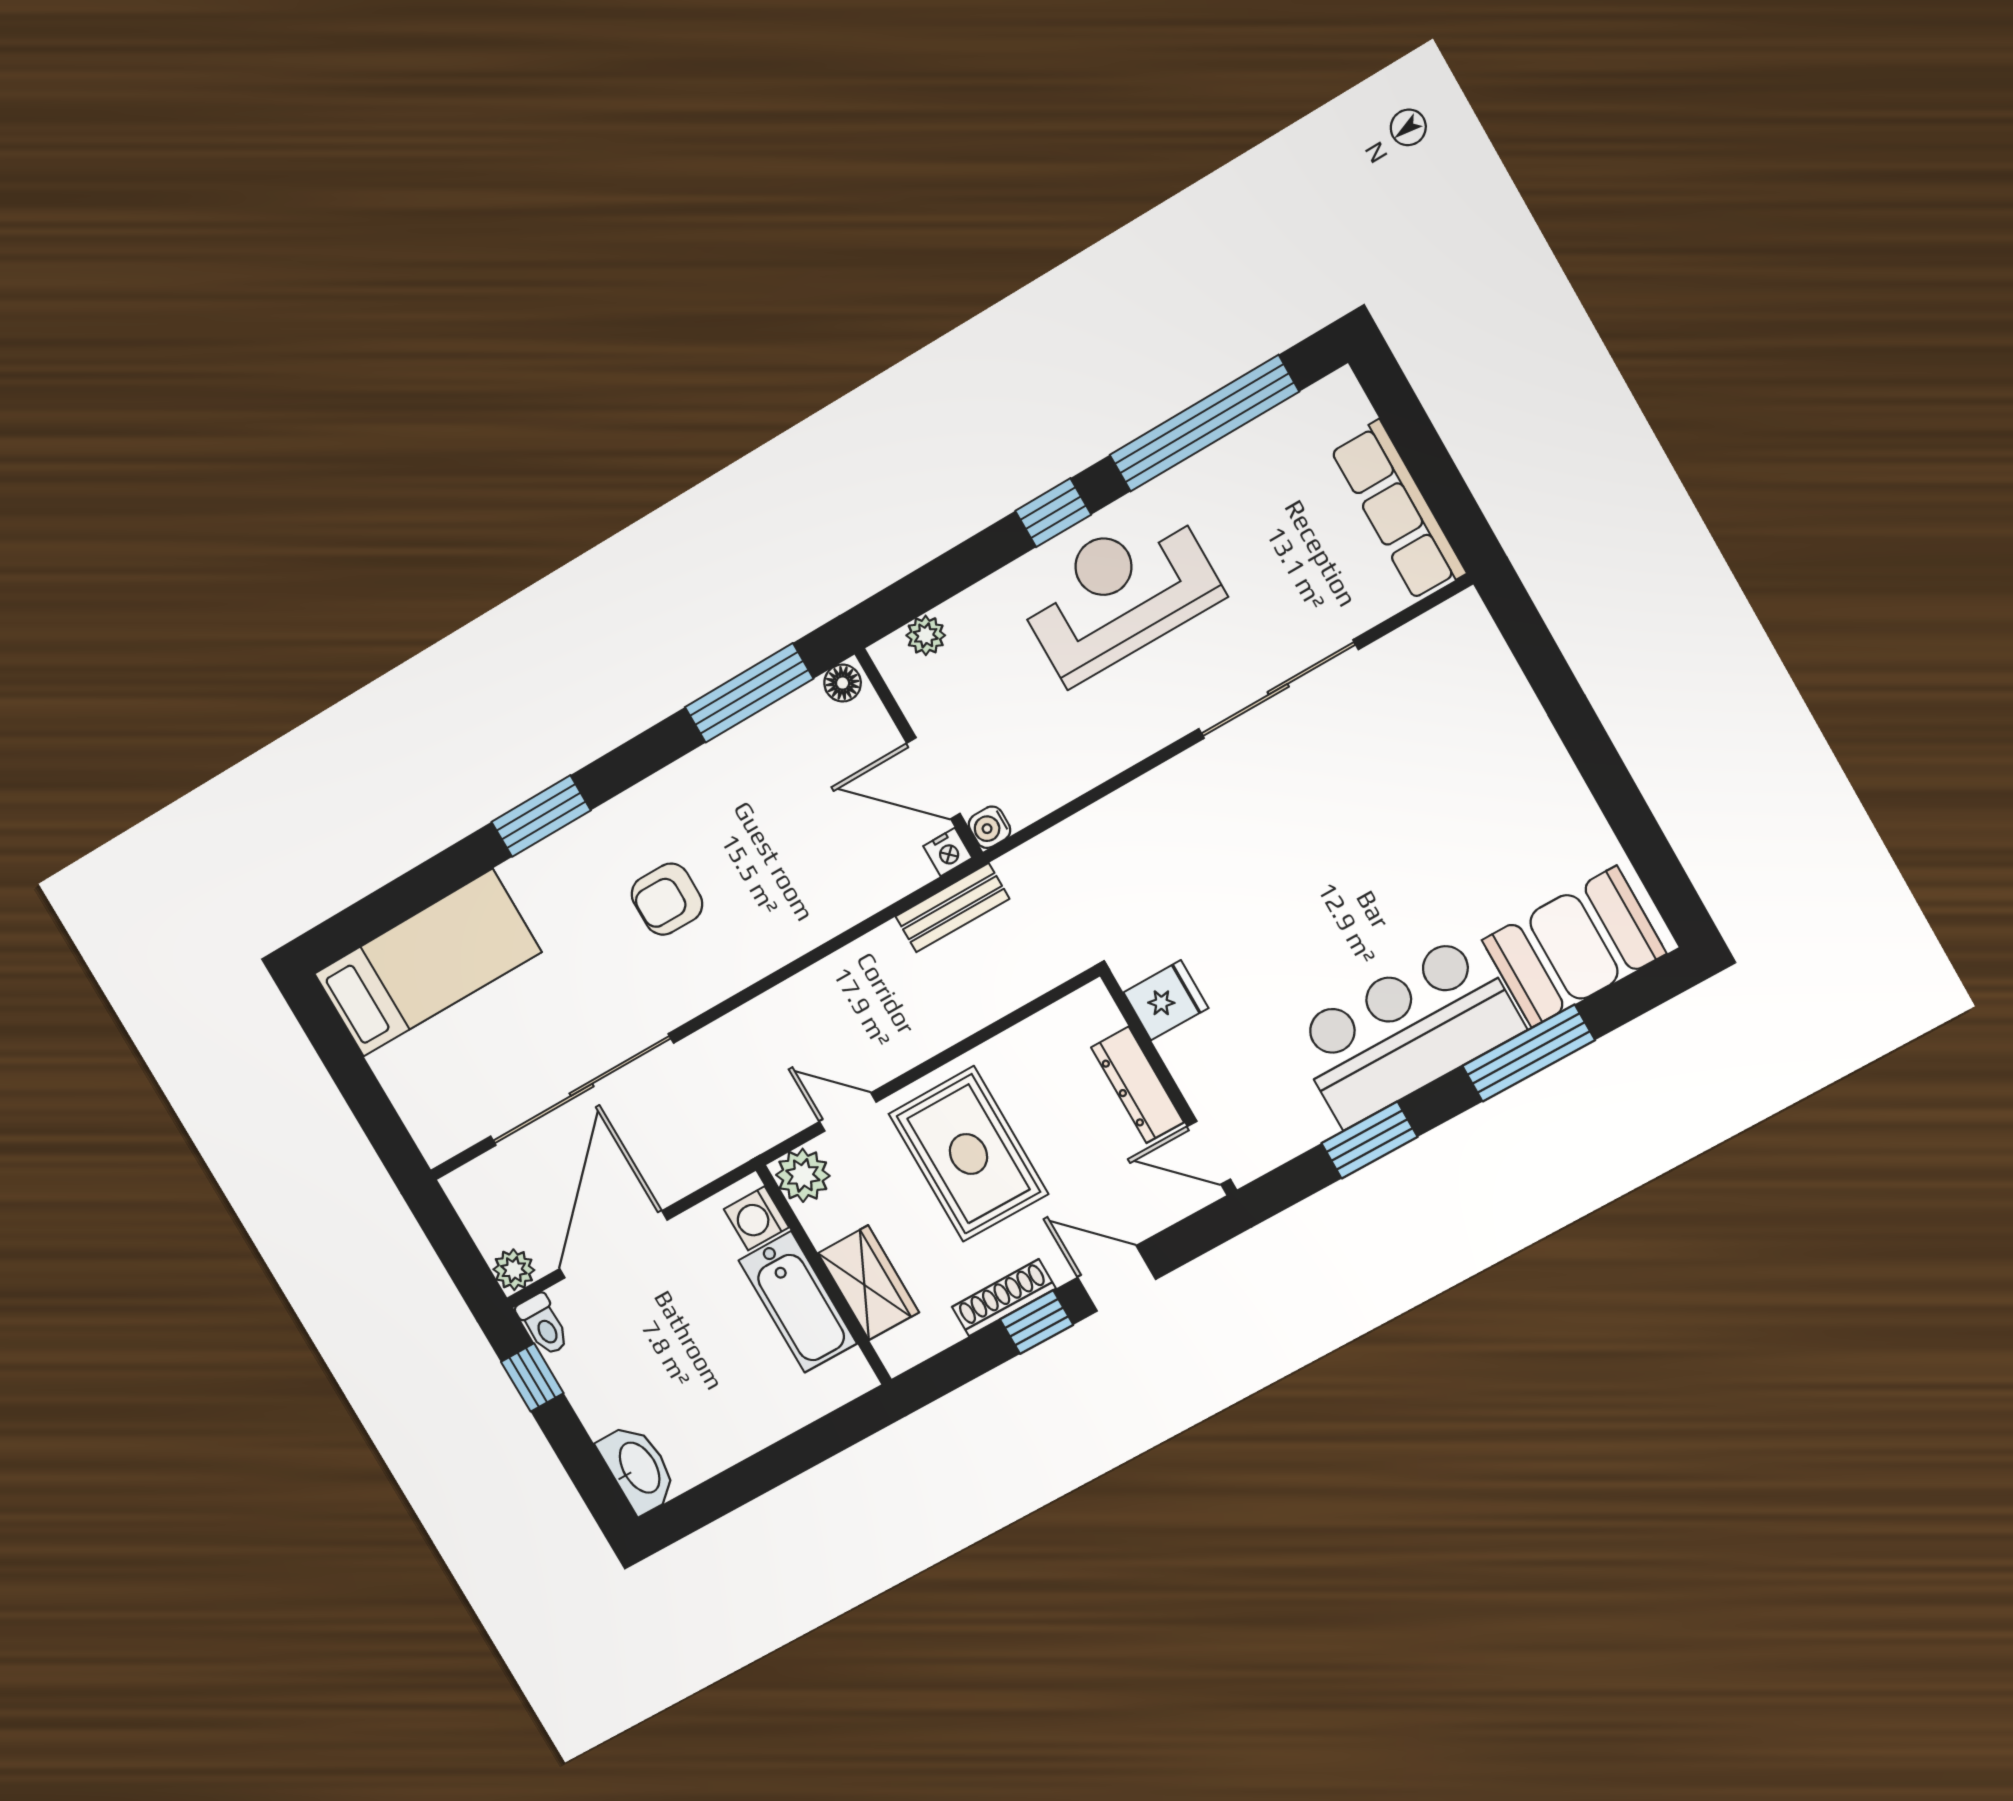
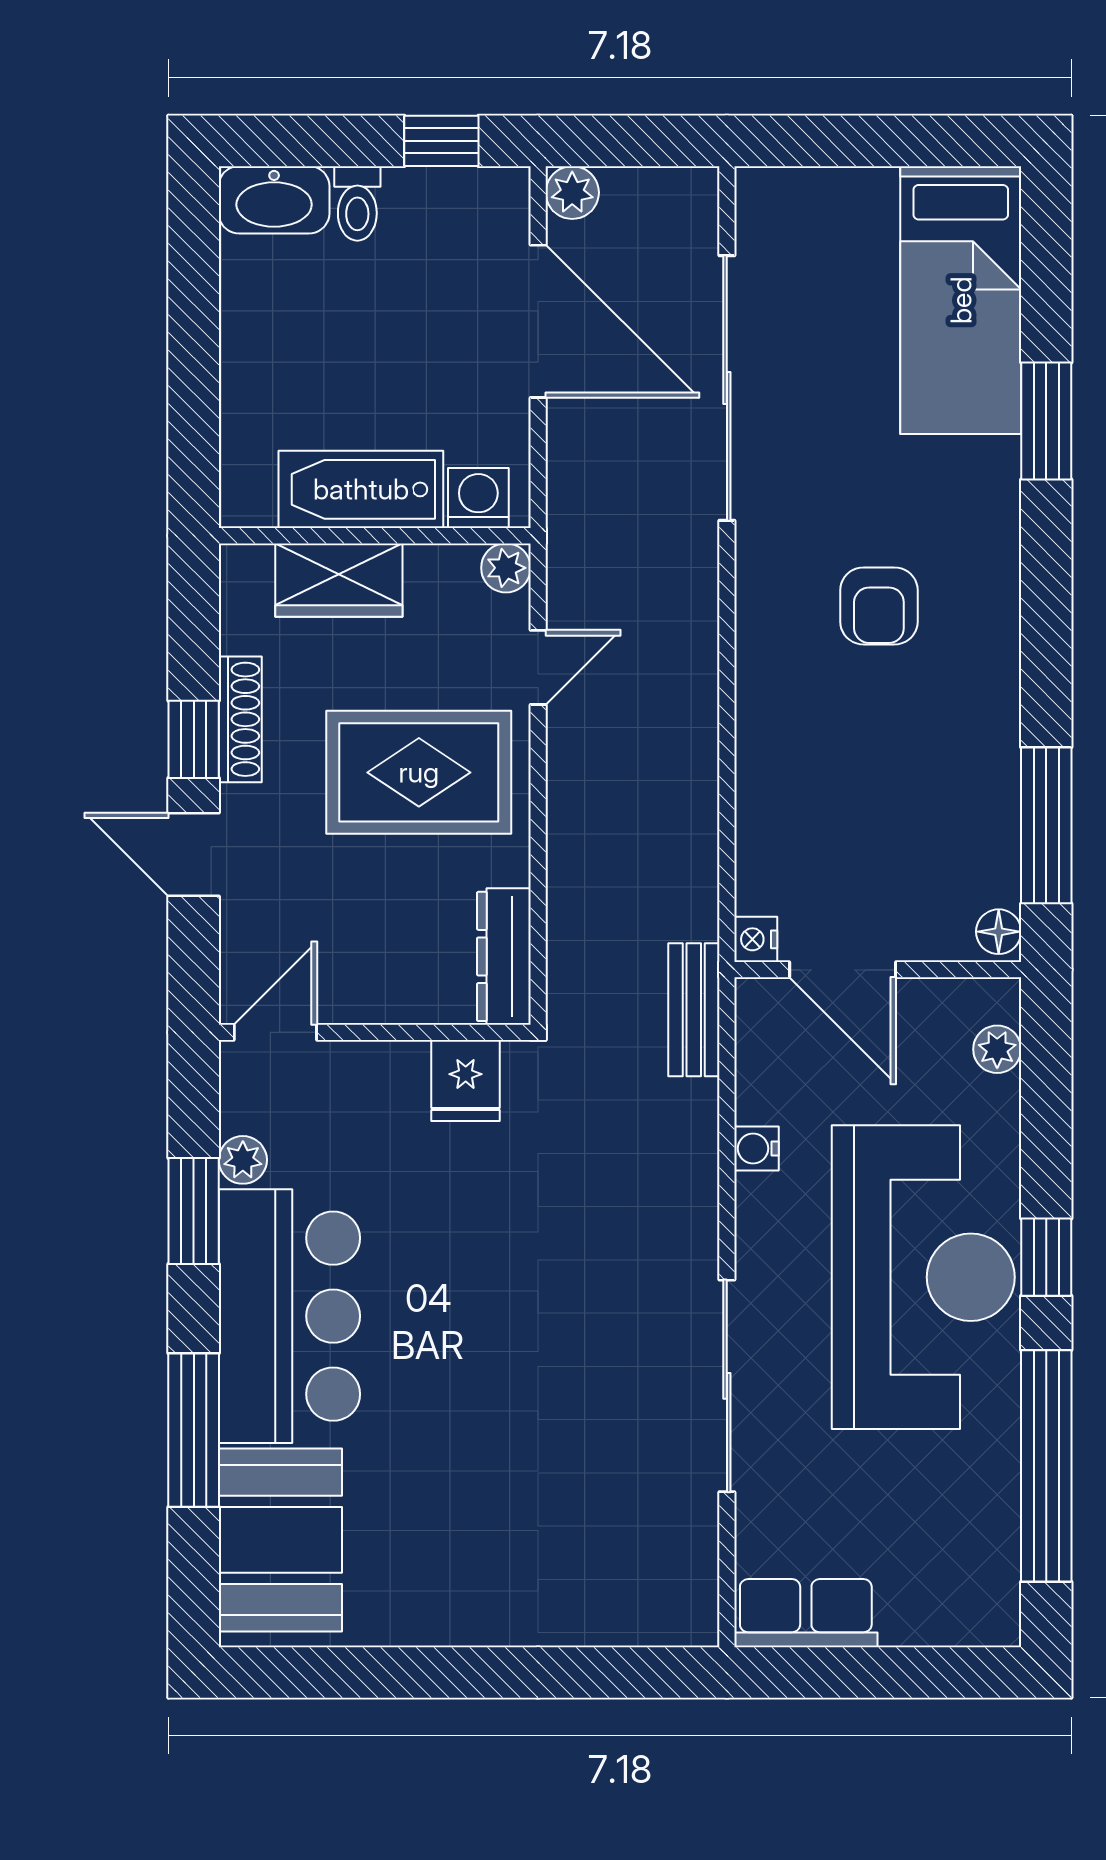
row of seats: (1398, 511) -> (806, 1613), width x0.68
reception desk: (1119, 593) -> (923, 1277), width x1.36, depth x1.30
door: (933, 778) -> (843, 970), swing flipped
window: (541, 816) -> (1046, 421), moved
water cooler: (990, 827) -> (756, 1148), moved, turned -90
armchair: (667, 899) -> (879, 606), turned 180
bench: (952, 908) -> (694, 1010), moved
dresser: (1138, 1085) -> (504, 956), moved, turned -90
plant: (1313, 1126) -> (243, 1160), added
plant: (803, 1175) -> (506, 568), width x0.73, depth x0.73
door: (1117, 1278) -> (194, 854), swing flipped
toilet: (543, 1325) -> (357, 203), moved, turned -90

